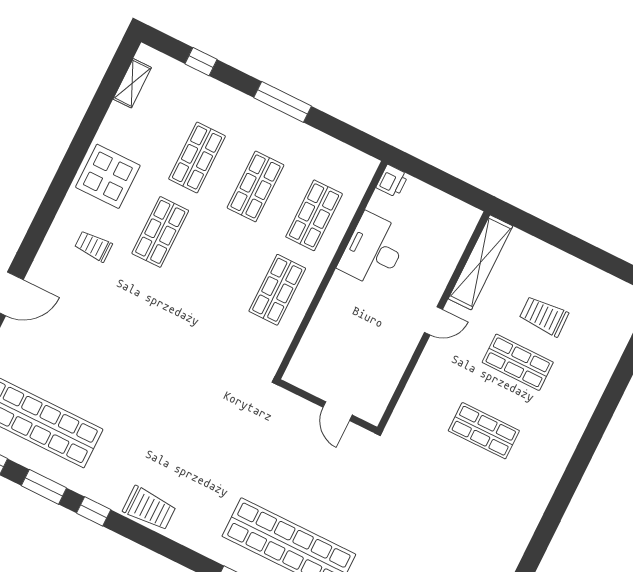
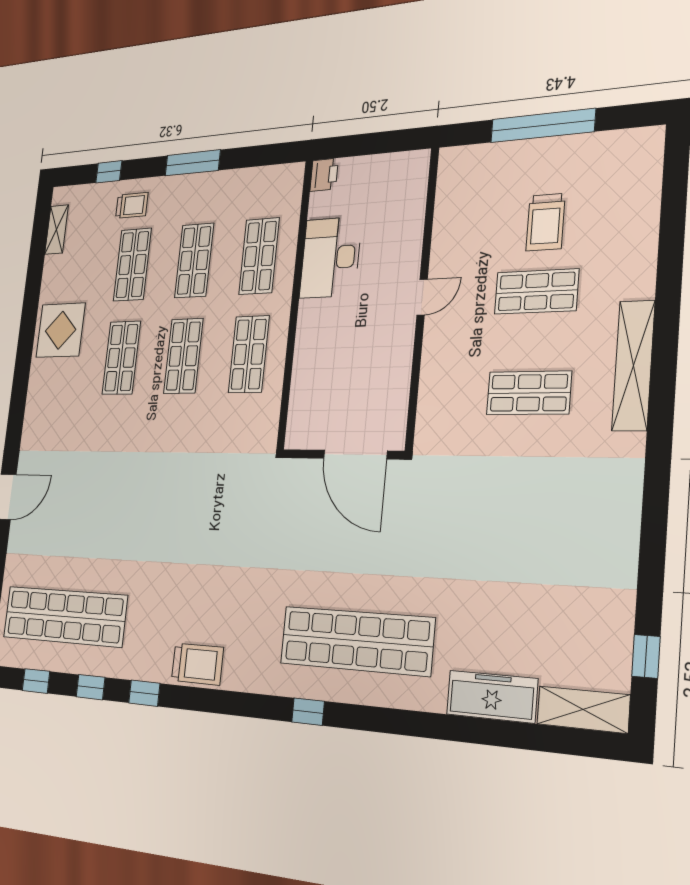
window: (570, 244) -> (542, 125), added
trolley: (93, 246) -> (132, 205), moved, turned 180
shop shelf: (219, 261) -> (183, 356), added
shelving: (481, 262) -> (633, 366), moved
trolley: (544, 316) -> (545, 222), turned -89
door: (338, 411) -> (355, 455), width x1.87
window: (44, 487) -> (91, 687), width x0.67

